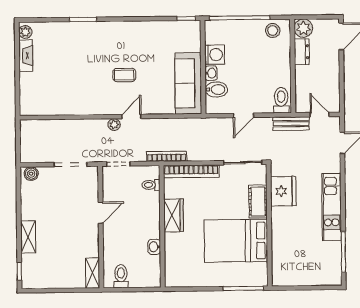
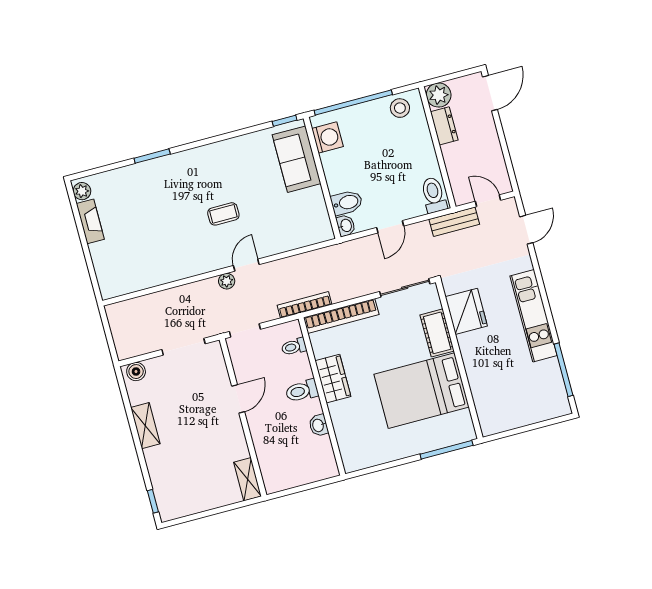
washing machine: (214, 55) -> (327, 138), moved
washbasin: (211, 73) -> (346, 226), moved
sofa: (188, 83) -> (297, 159), moved, width x0.73
shelving: (28, 237) -> (145, 426), moved
toilet: (121, 276) -> (302, 391), moved, turned -90

